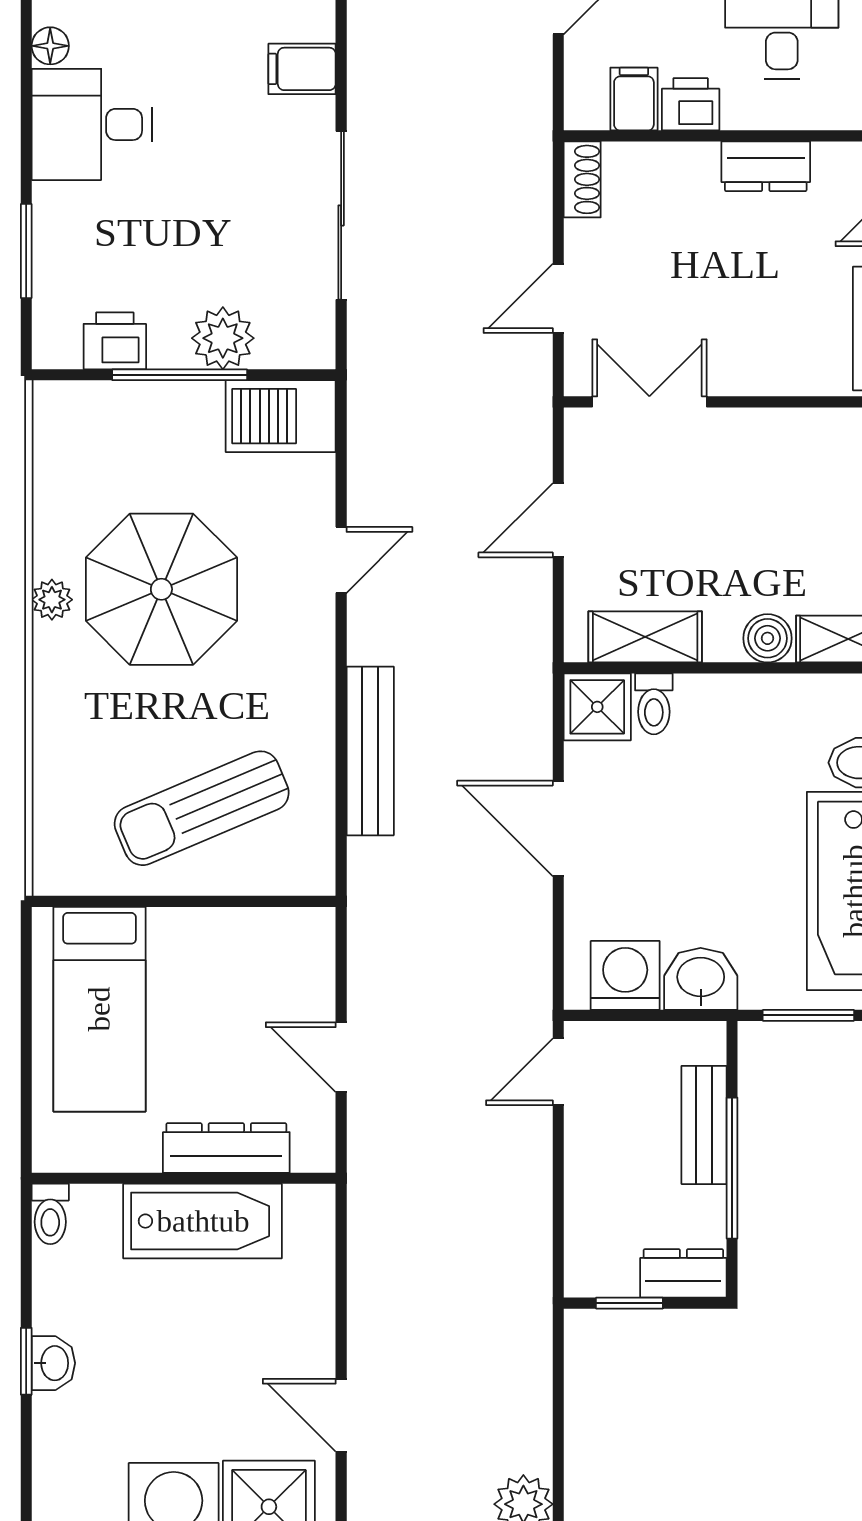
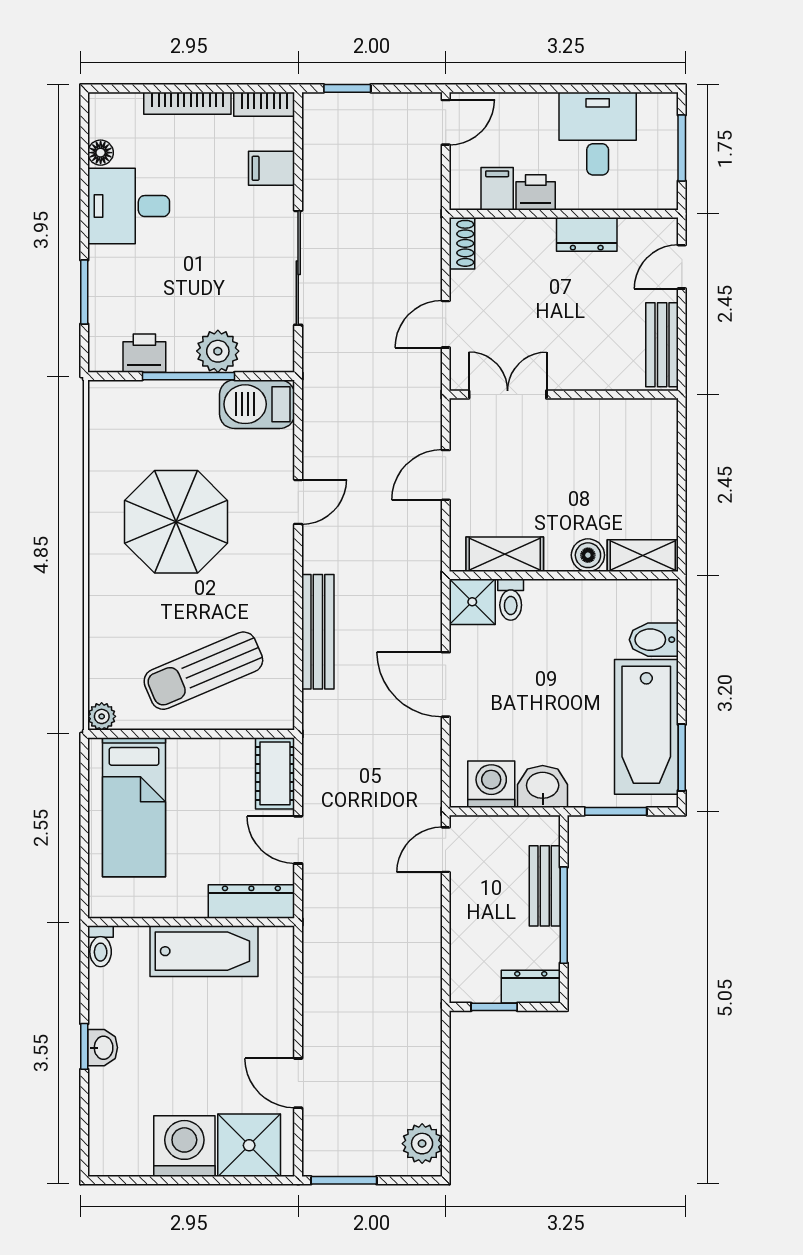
plant: (52, 600) -> (102, 716), moved
cot: (307, 959) -> (275, 773), added
dresser: (226, 1148) -> (251, 902), moved

